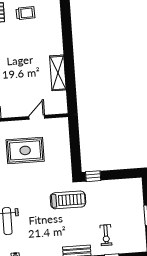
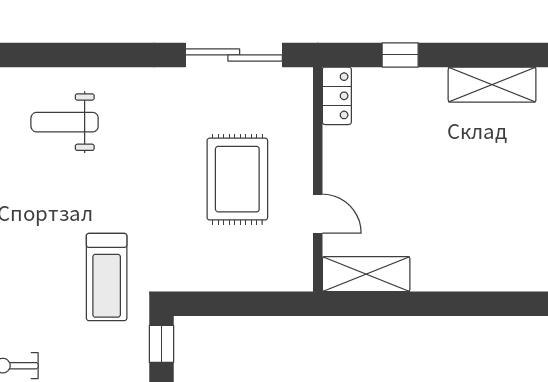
shelving: (58, 73) -> (366, 274), moved

